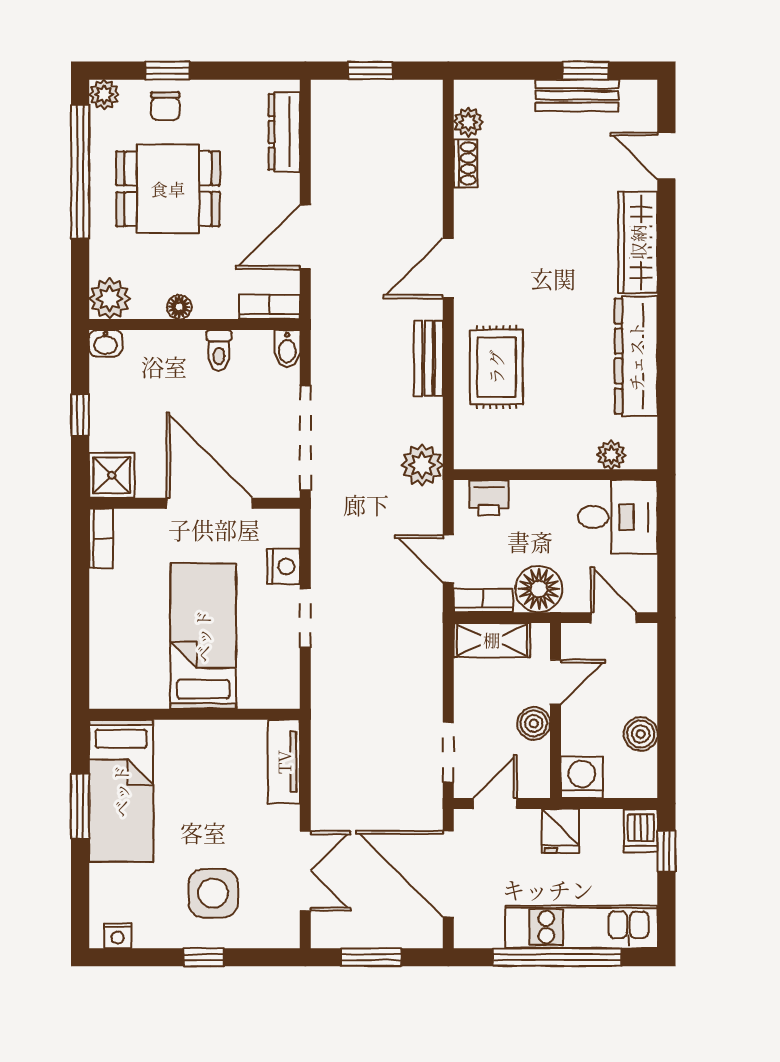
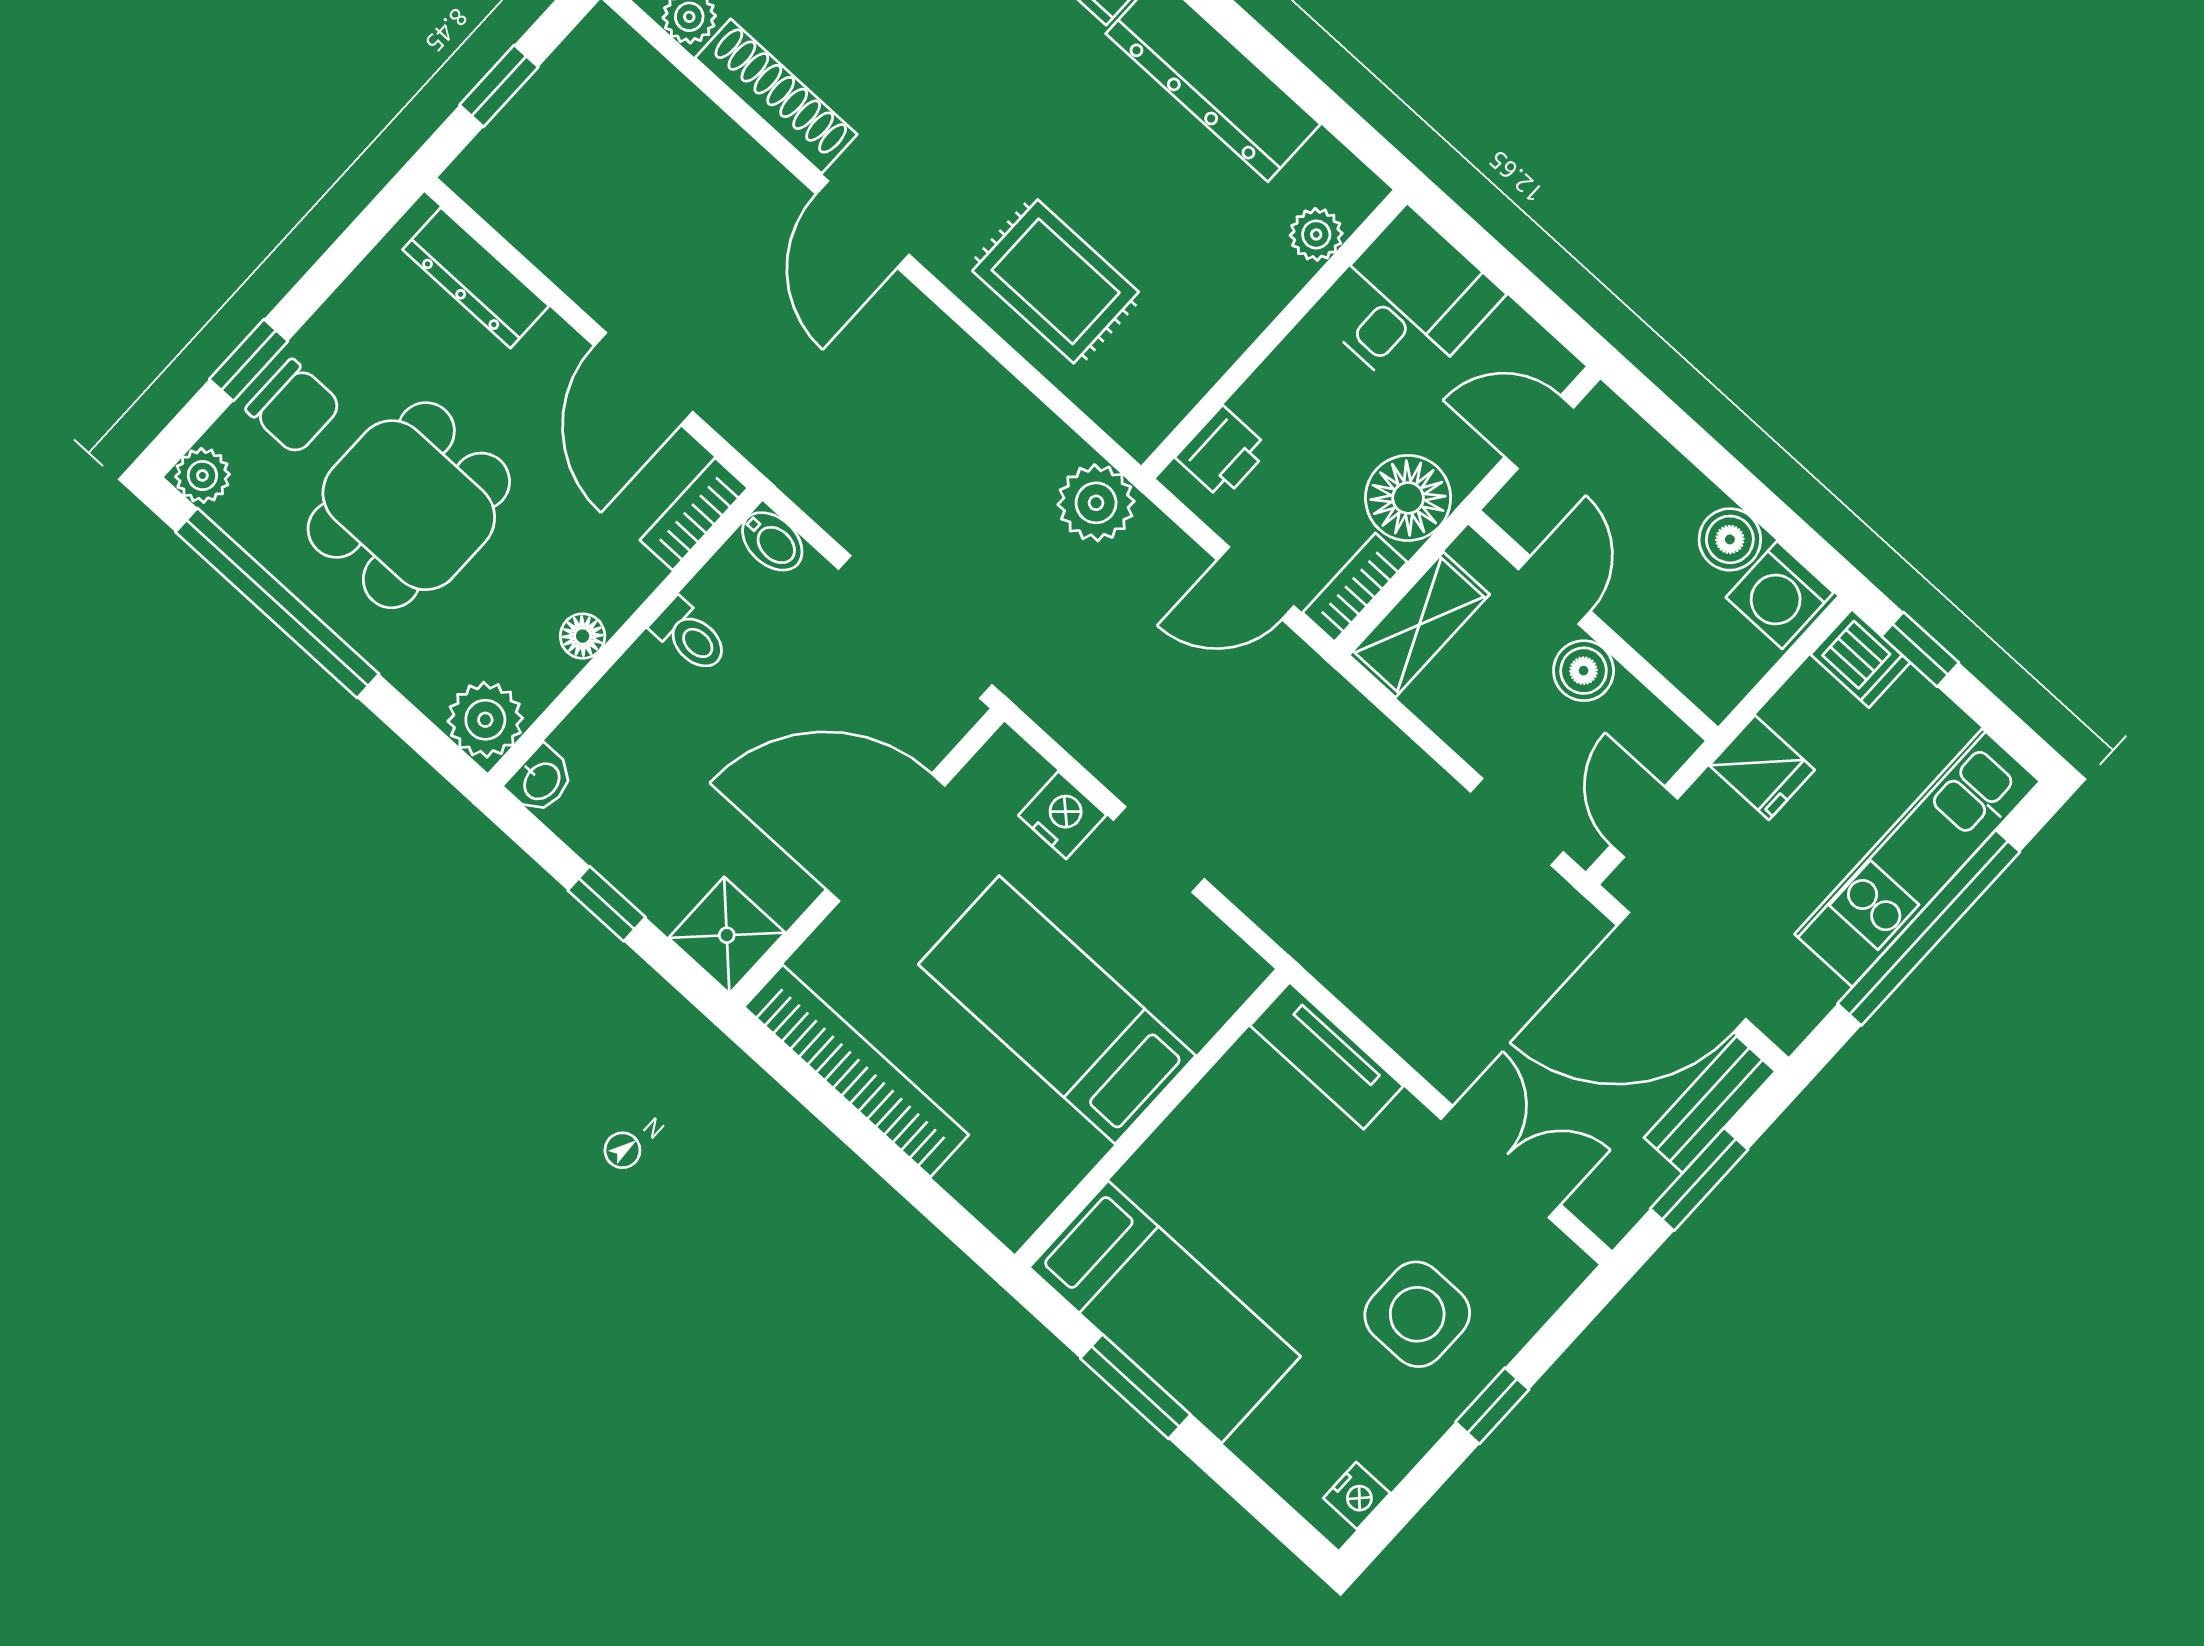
chair: (165, 106) -> (294, 407), width x1.37, depth x1.37
shoe rack: (465, 163) -> (776, 96), width x1.94, depth x1.24
bench: (429, 358) -> (1710, 1104), moved, turned 90
bookcase: (101, 538) -> (856, 1071), width x2.31, depth x1.31
washing machine: (582, 777) -> (1780, 595), moved, turned -90

